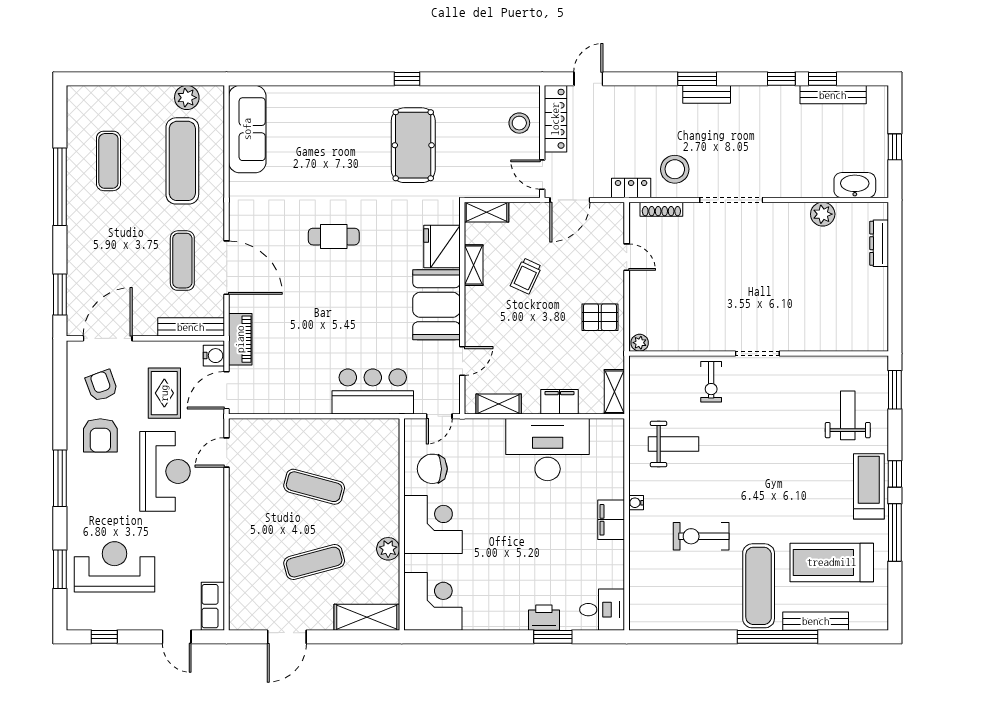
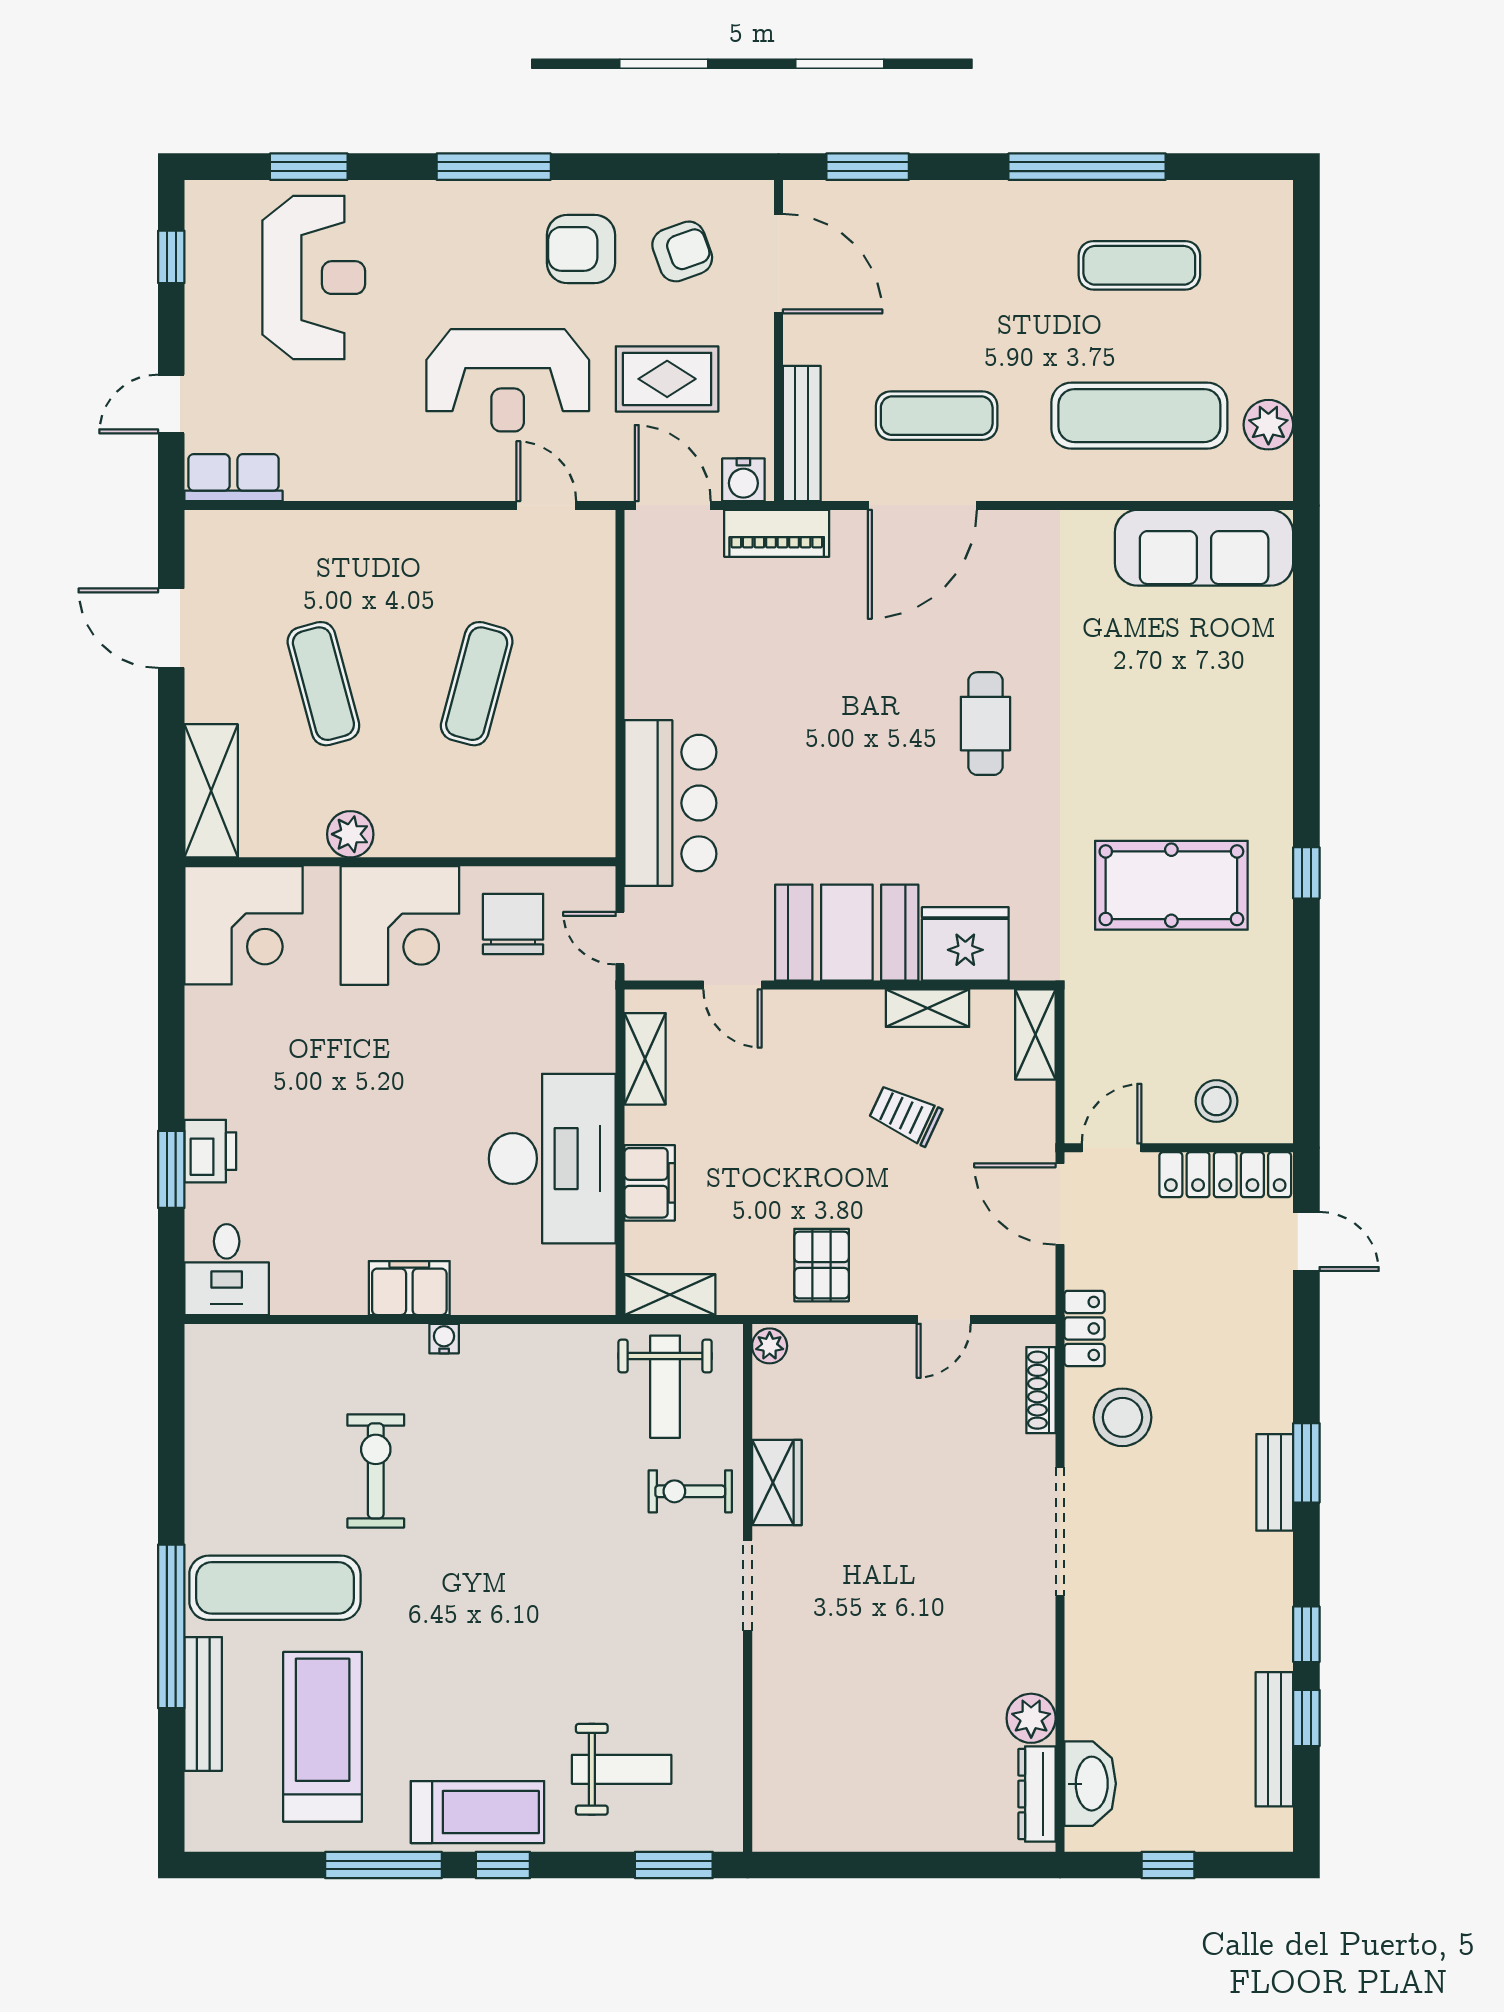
dresser: (879, 243) -> (1037, 1794), moved, turned -90
wardrobe: (707, 339) -> (777, 1483), added
weight bench: (674, 444) -> (665, 1387), moved

